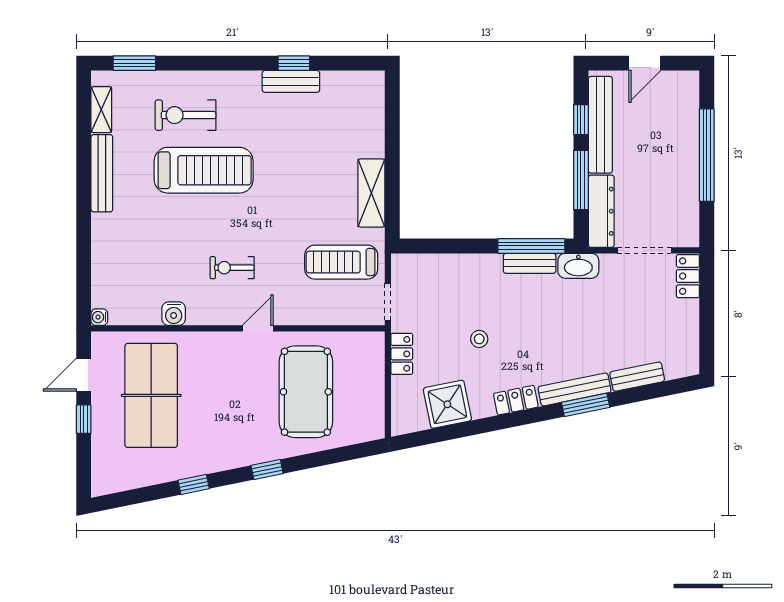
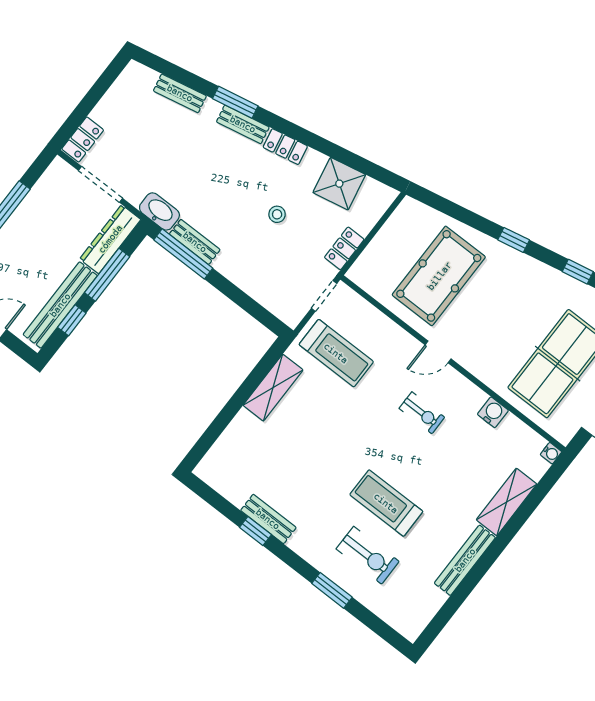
window: (134, 63) -> (332, 590), moved
shelving: (101, 110) -> (507, 502), moved, width x1.50, depth x1.33
treadmill: (204, 170) -> (386, 503), width x0.73, depth x0.73
bench: (574, 389) -> (243, 124), width x0.73

